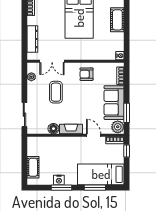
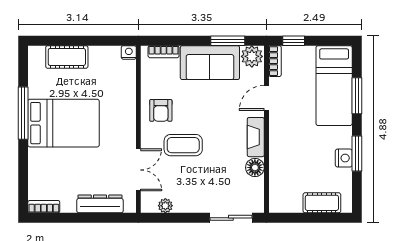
coffee table: (56, 92) -> (183, 145), moved

